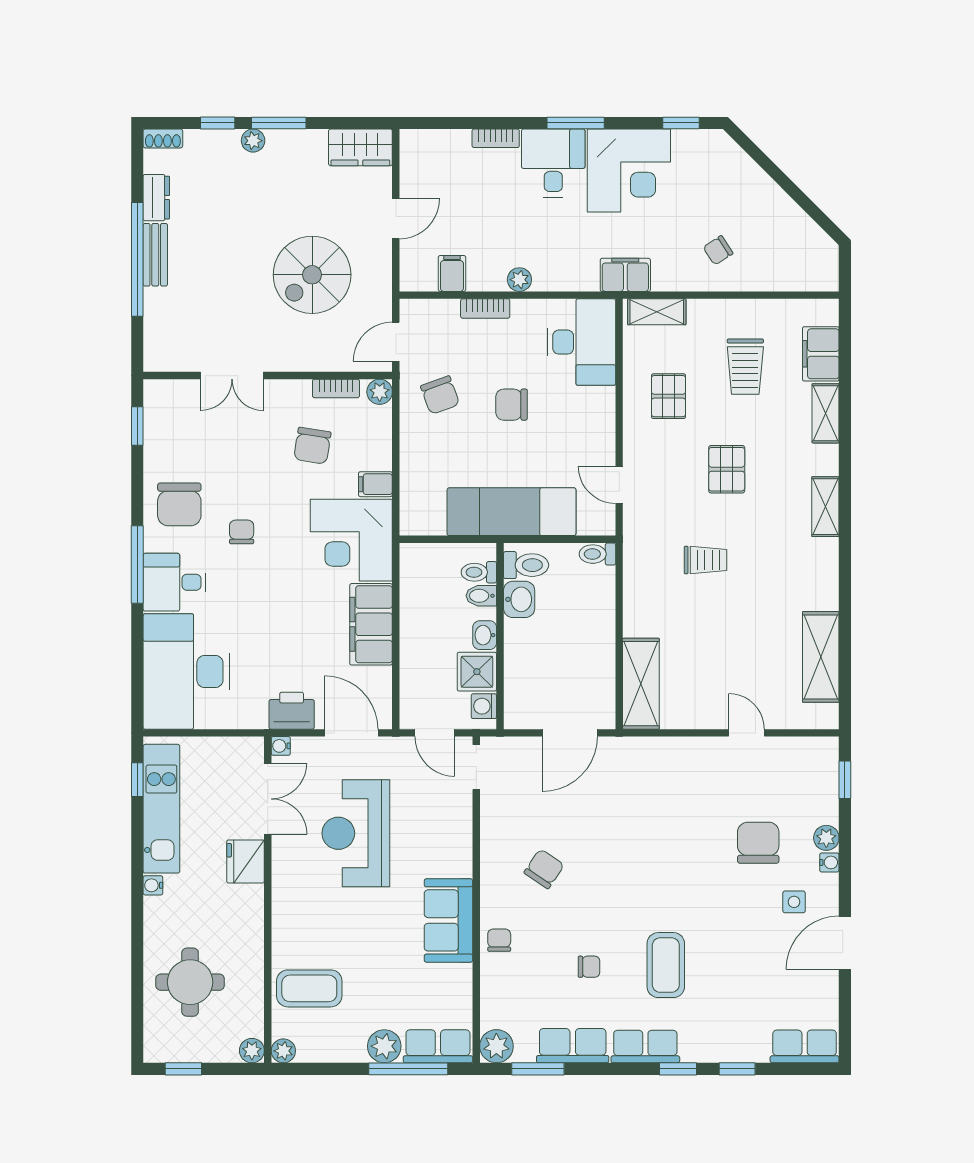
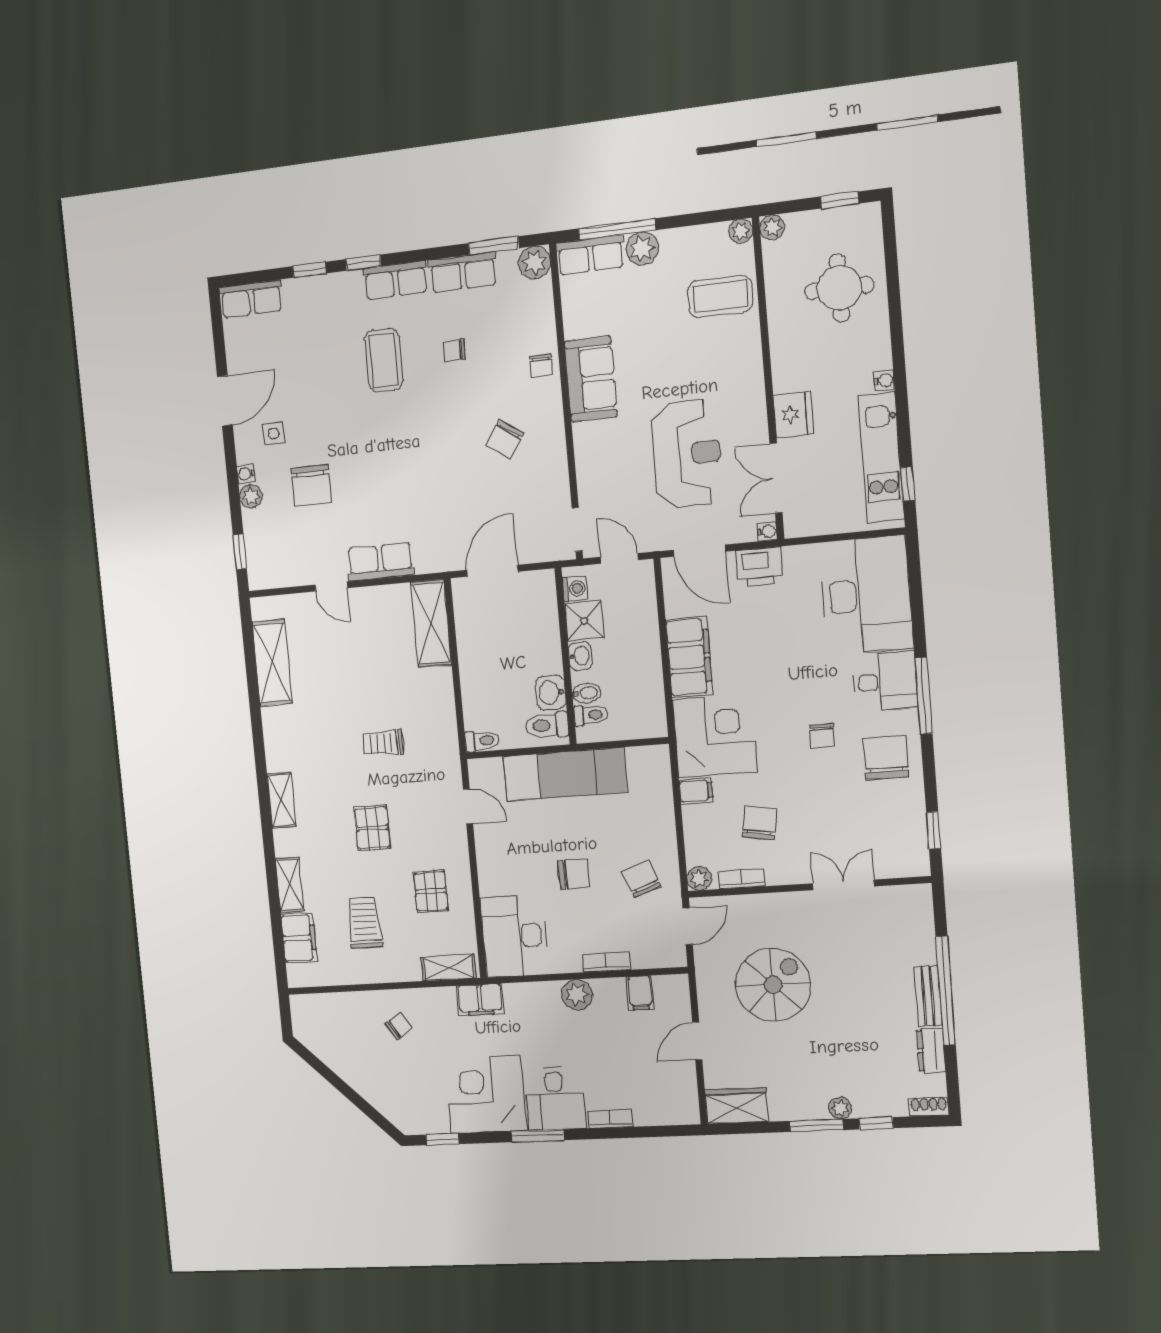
plant: (519, 280) -> (577, 994), width x1.38, depth x1.38
row of seats: (690, 754) -> (380, 562), added

